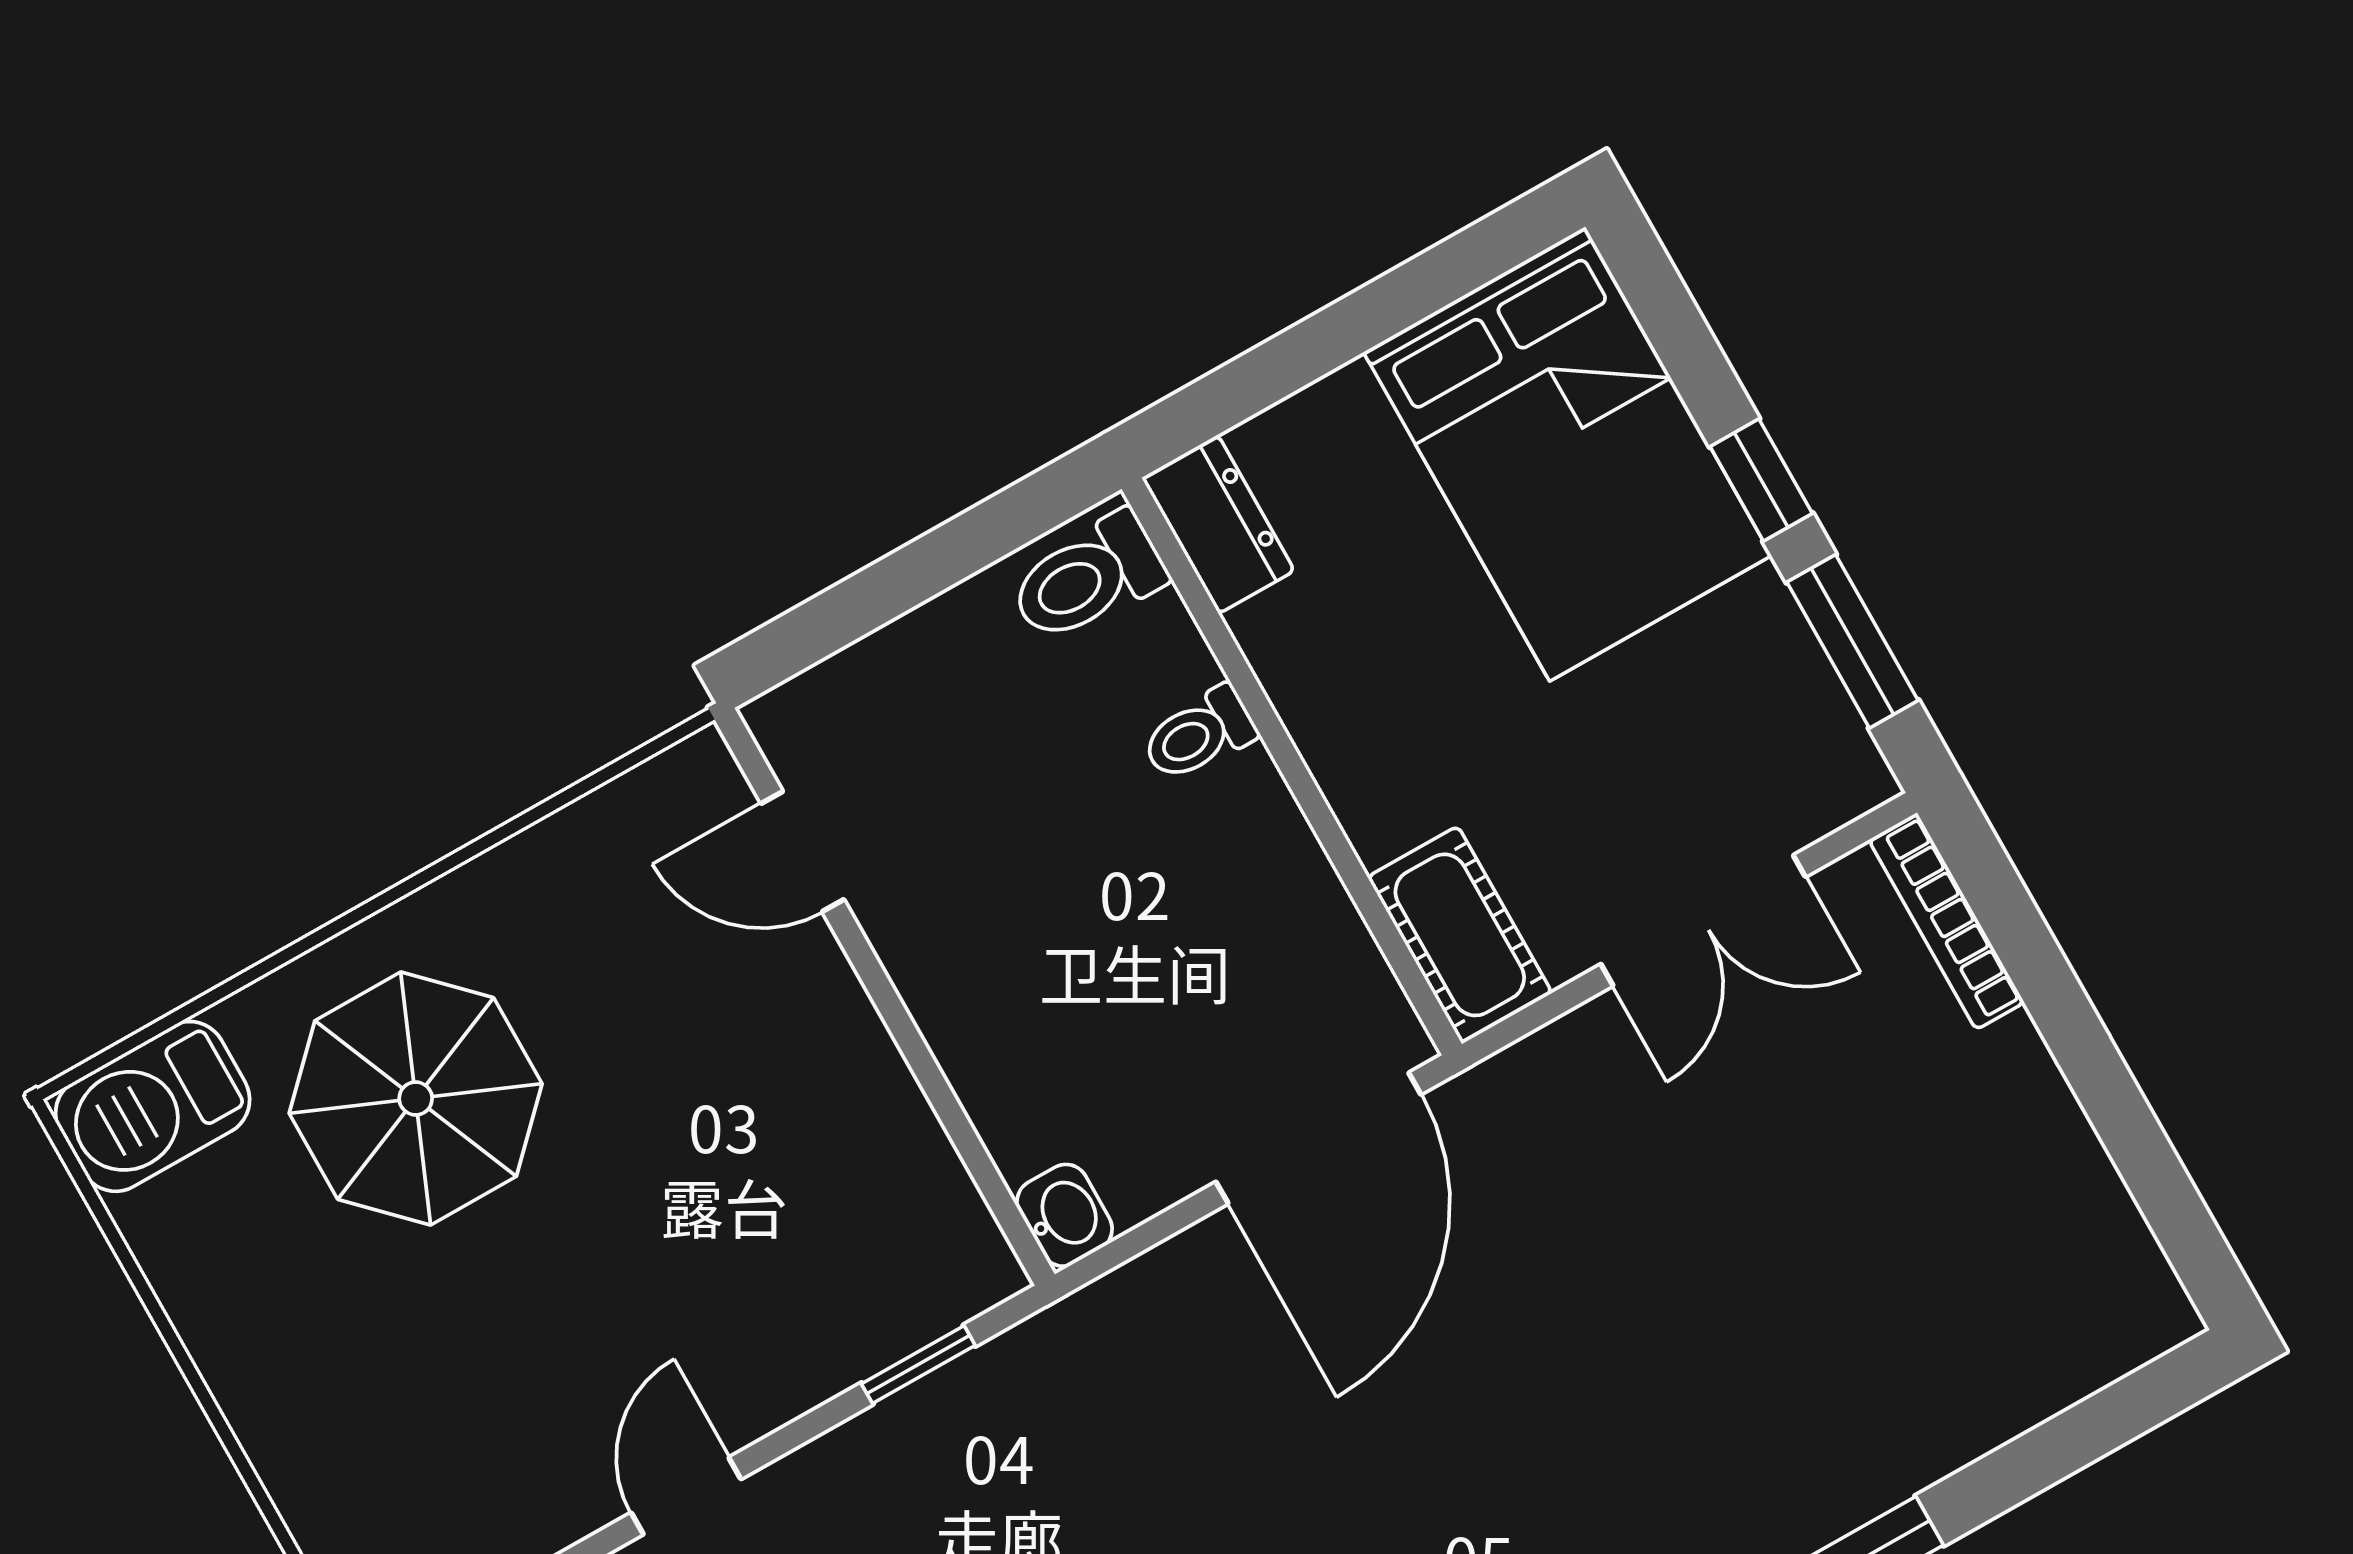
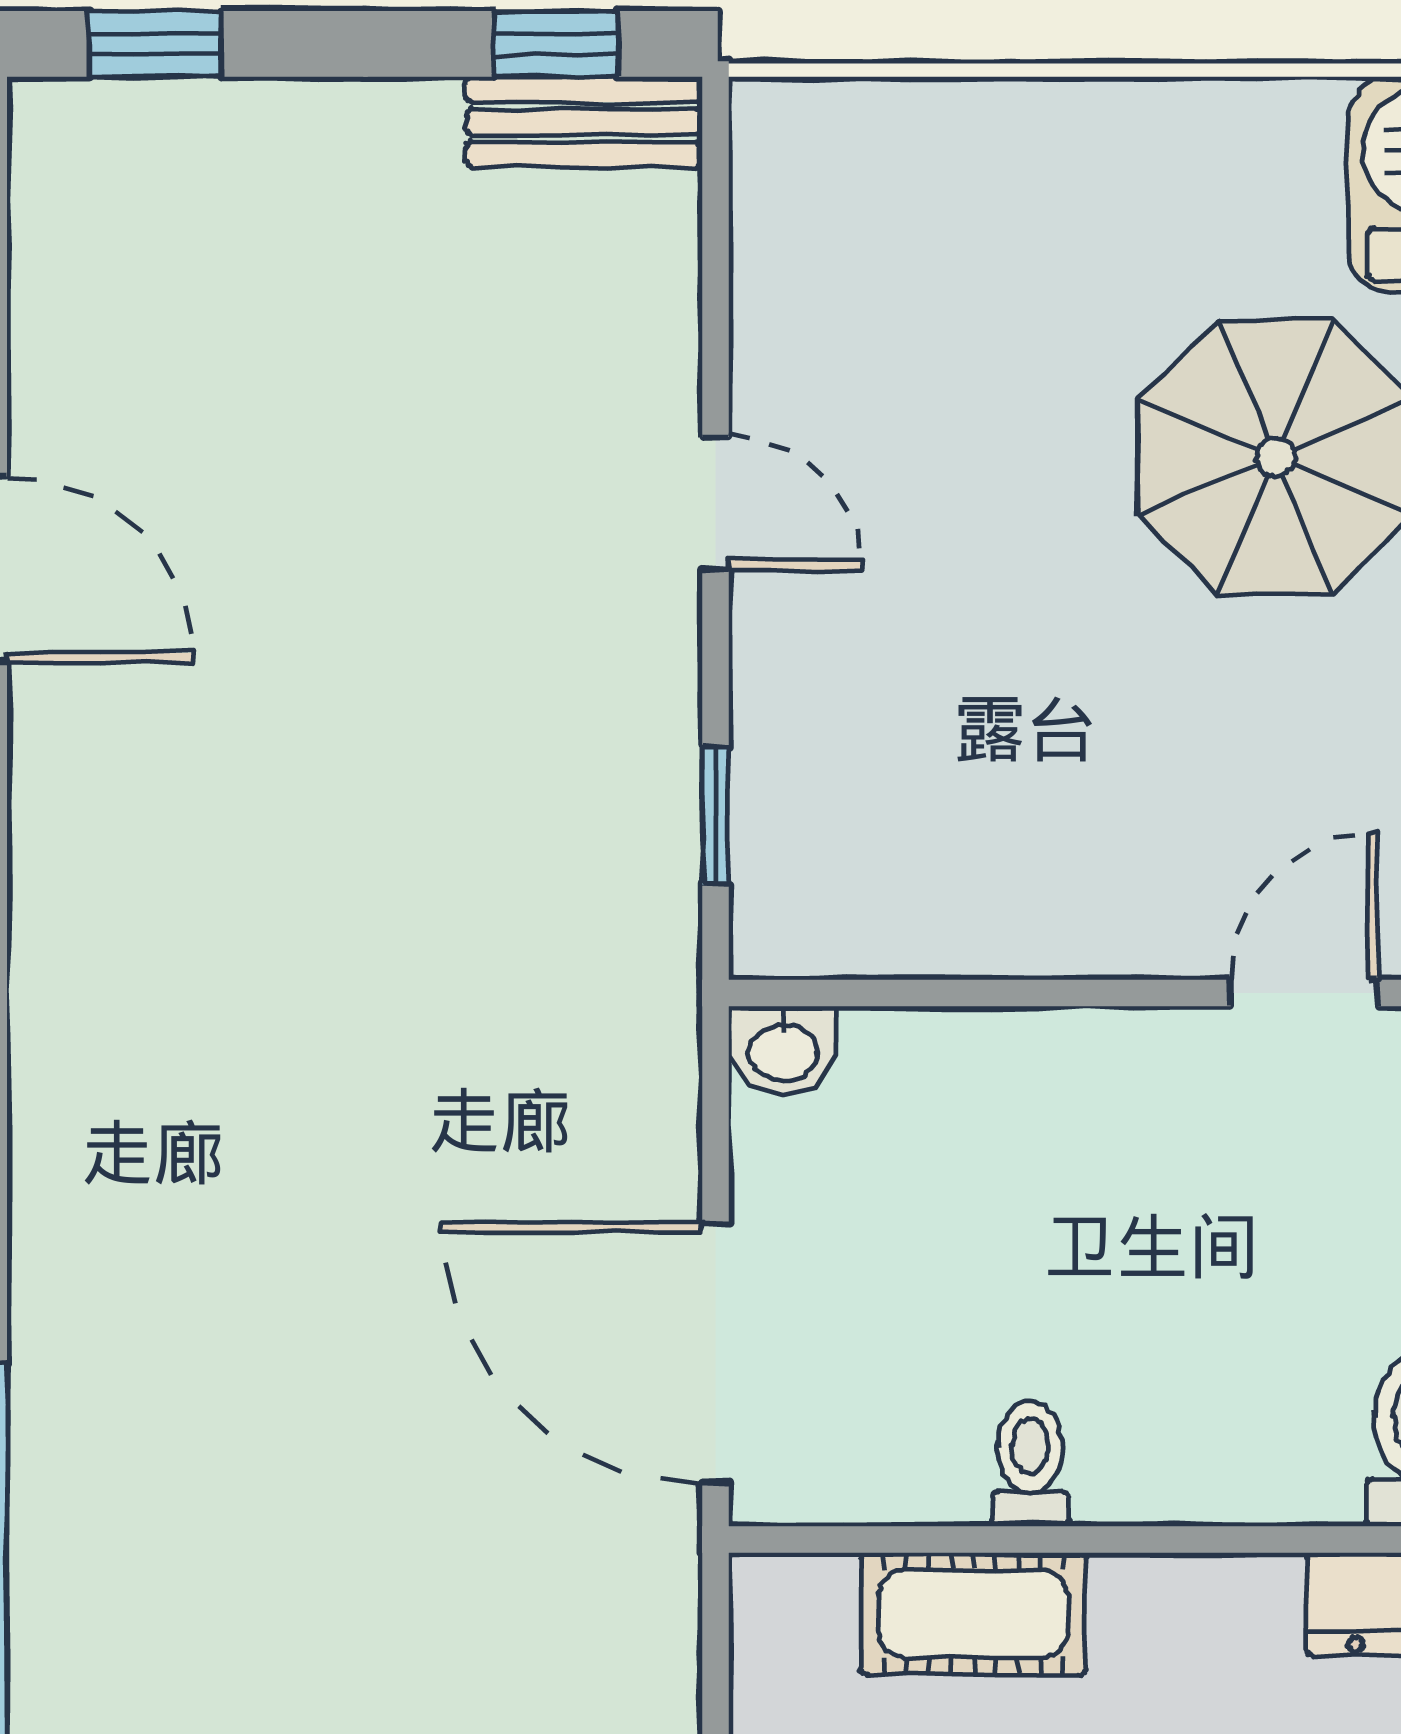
toilet: (1199, 734) -> (1030, 1464), moved
cot: (1460, 935) -> (973, 1614), moved

